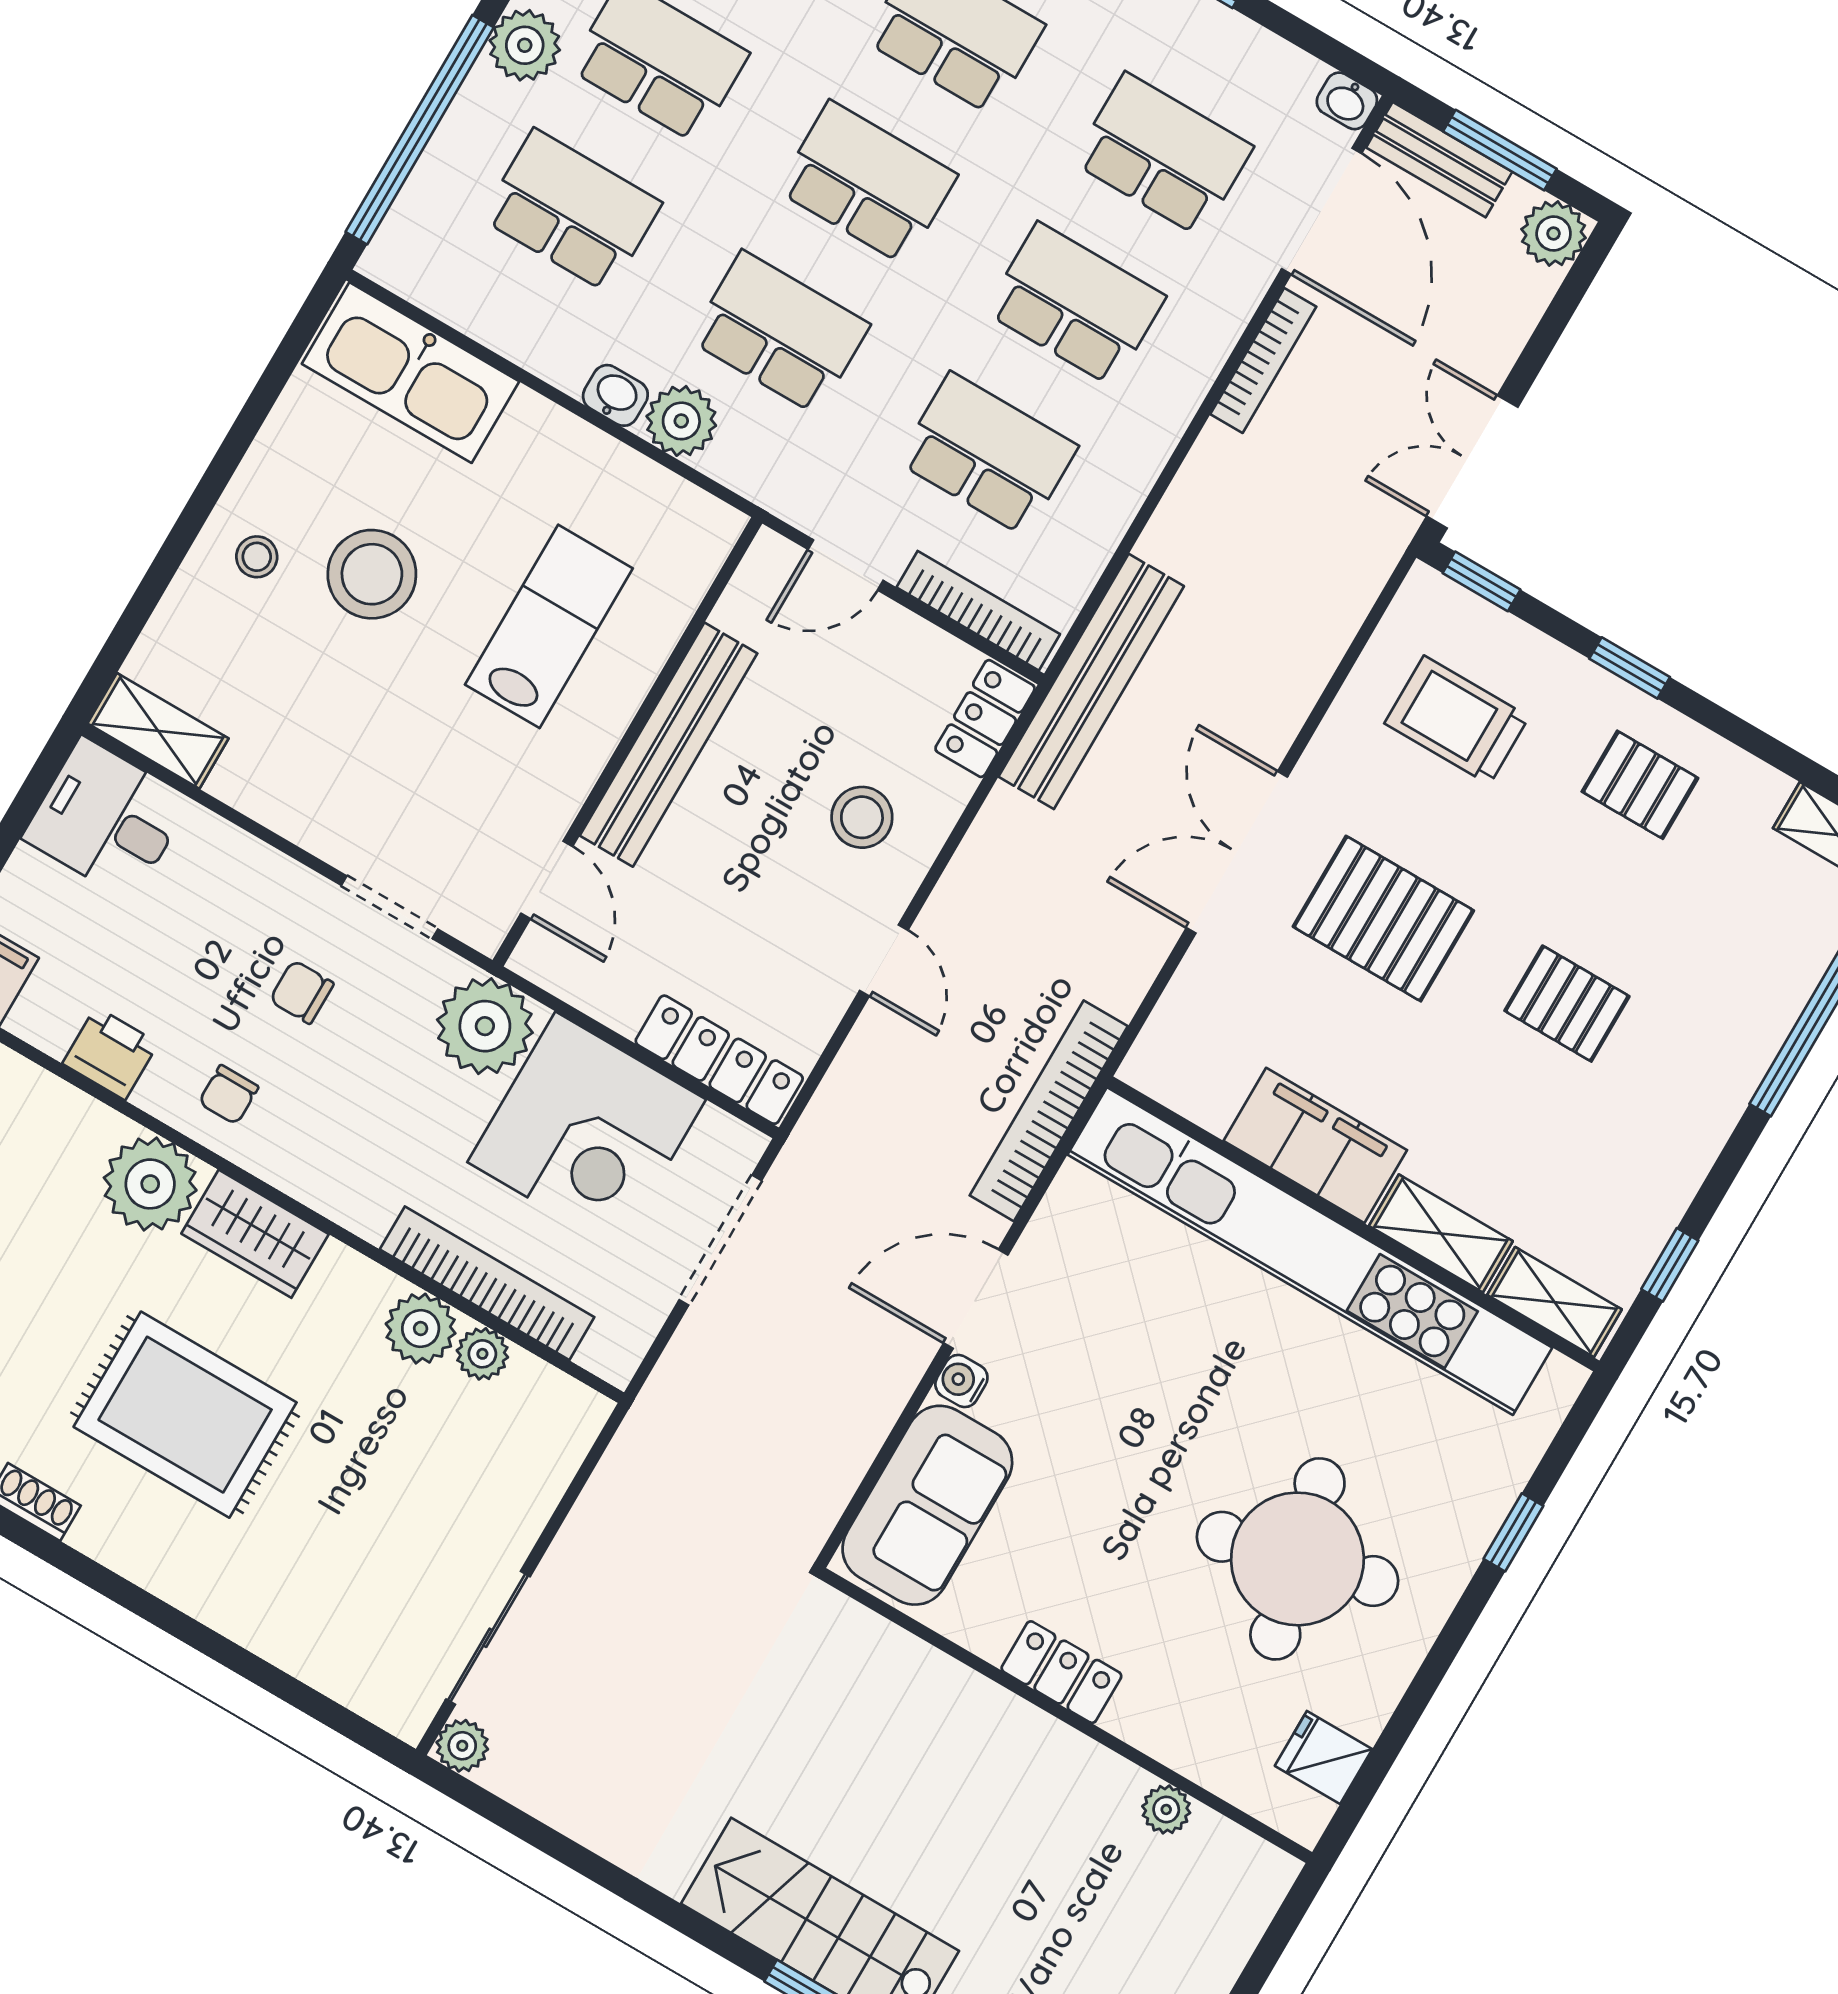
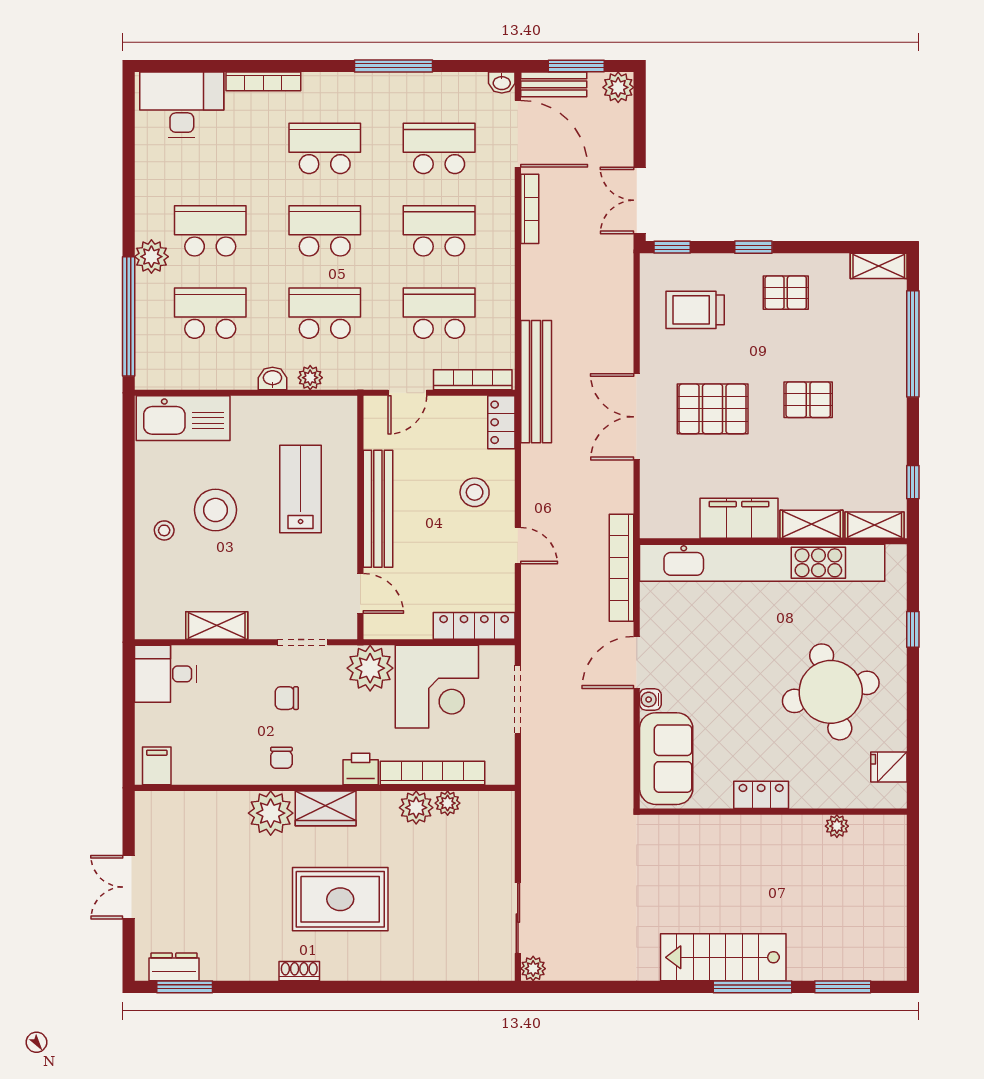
plant: (681, 421) -> (310, 378), width x0.73, depth x0.73
shelving: (158, 731) -> (217, 625), moved
printer: (110, 1053) -> (361, 769), moved

